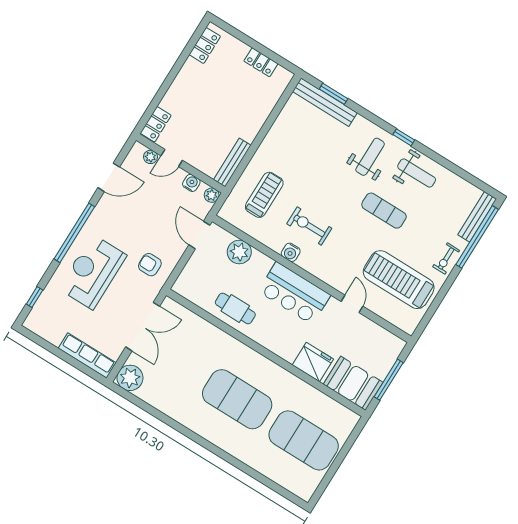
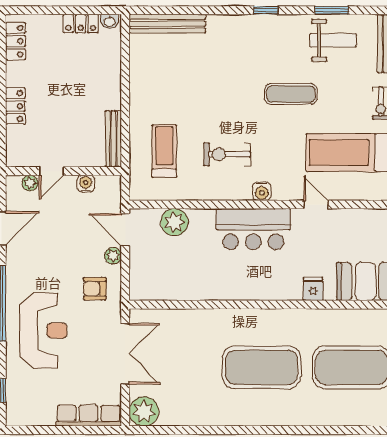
washbasin: (283, 74) -> (110, 21), added
window: (334, 94) -> (332, 10), moved
locker: (156, 124) -> (15, 106), moved
weight bench: (370, 157) -> (245, 50), removed
weight bench: (417, 173) -> (333, 40), moved
plant: (212, 195) -> (113, 256), moved
water cooler: (291, 252) -> (262, 191), moved
reception desk: (93, 272) -> (43, 331), turned 180
cafe table: (235, 308) -> (205, 280), removed
fridge: (313, 362) -> (313, 289), width x0.53, depth x0.75

